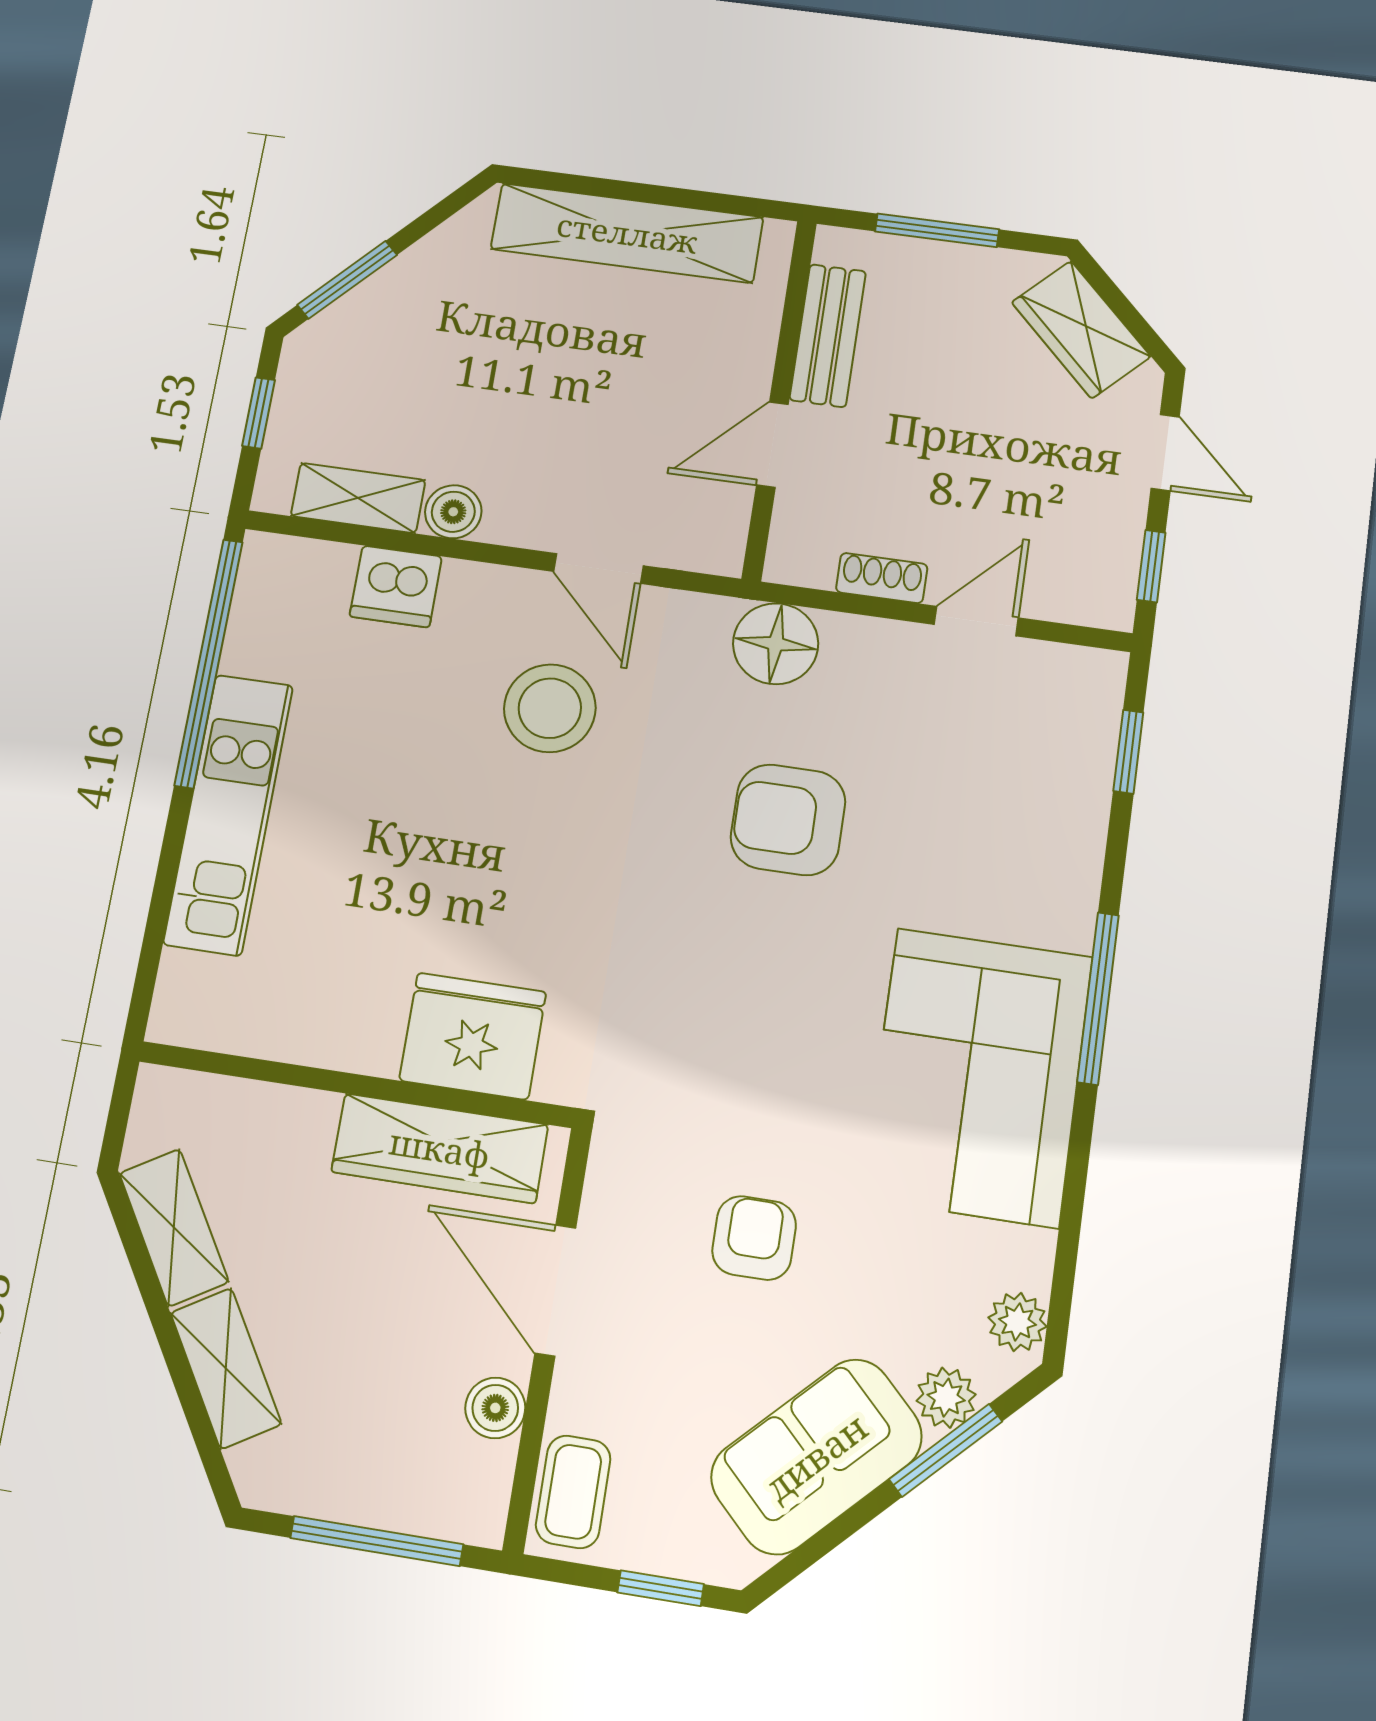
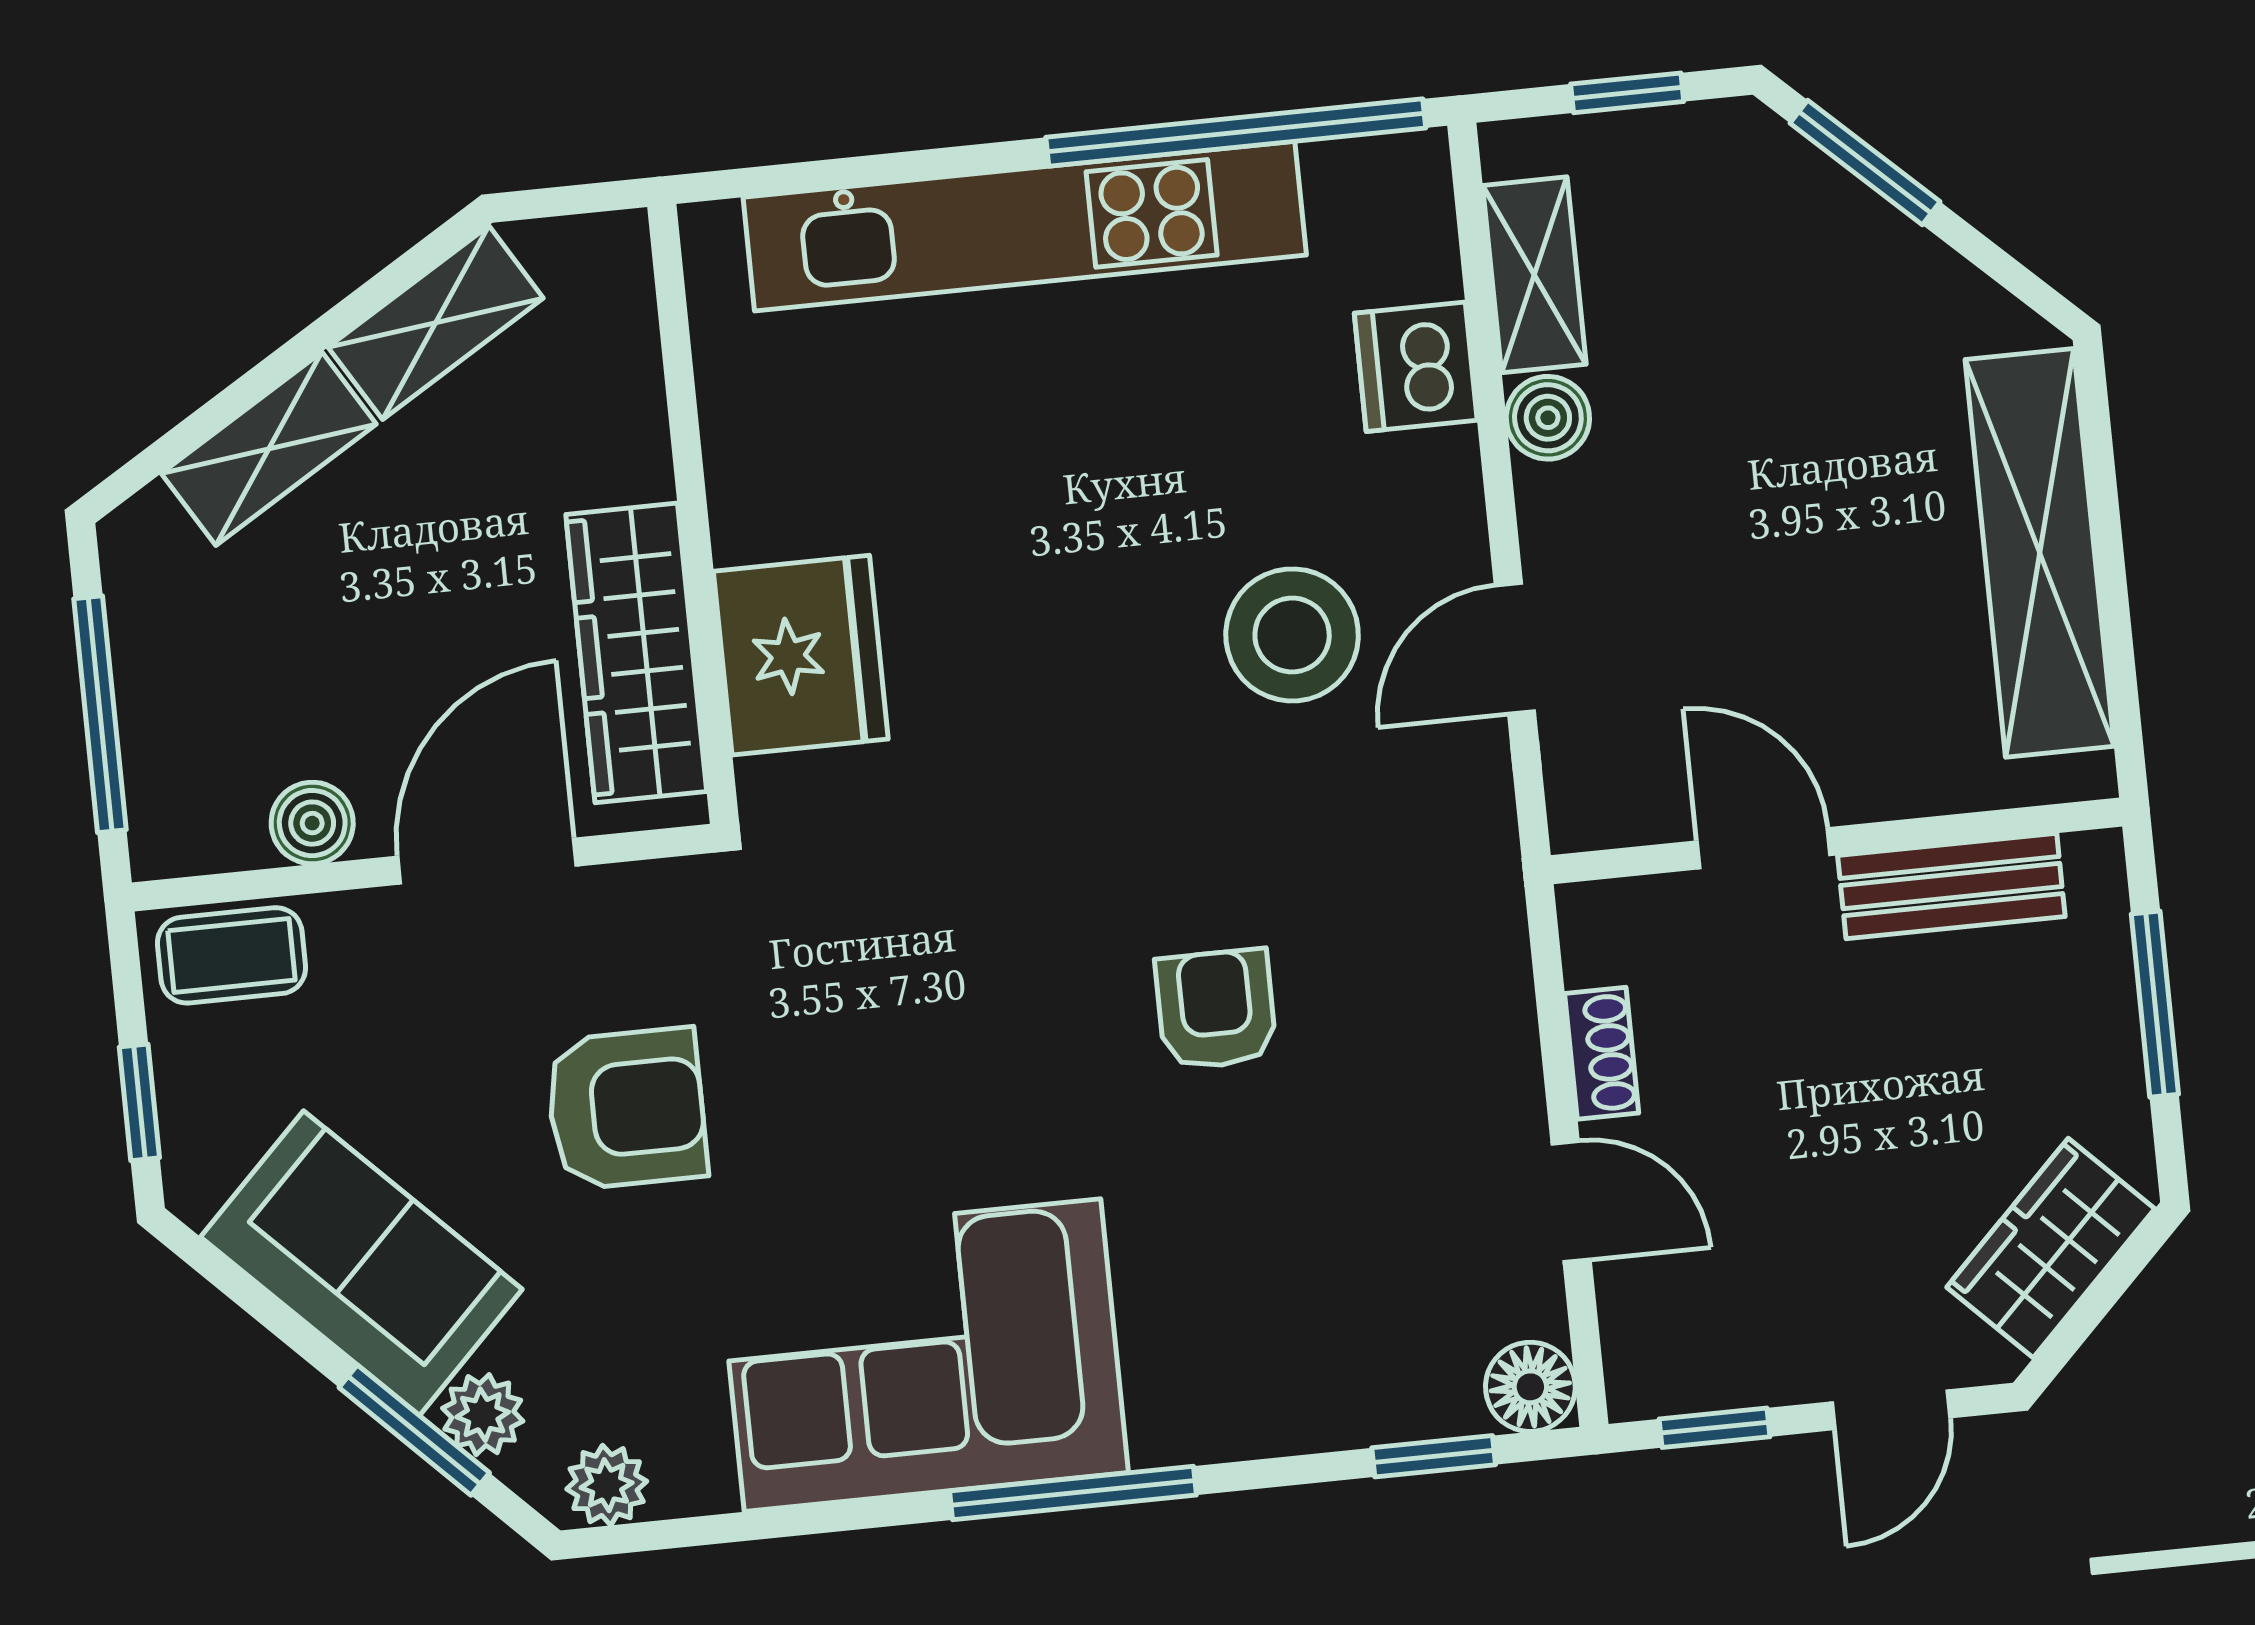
floor lamp: (776, 644) -> (1530, 1387), moved, width x0.73, depth x0.73
kitchen unit: (229, 814) -> (1025, 226), width x1.36
armchair: (788, 820) -> (1216, 1009), width x0.72, depth x0.72
armchair: (754, 1238) -> (626, 1109), width x1.38, depth x1.38

